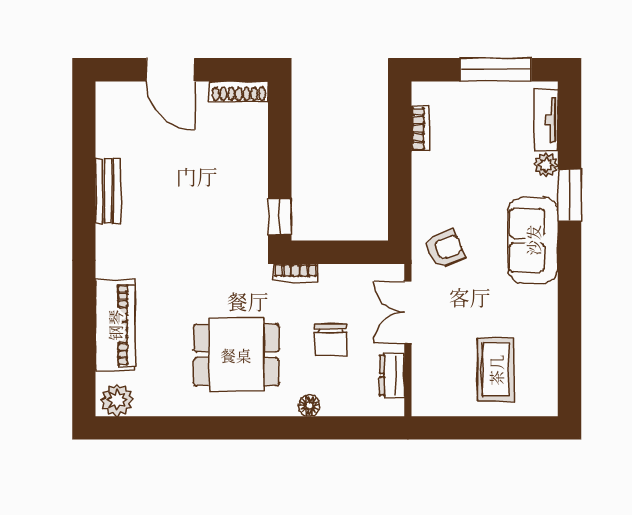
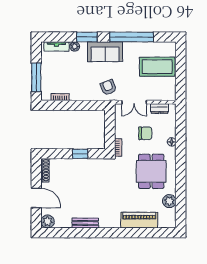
door: (170, 70) -> (36, 198), hinge flipped
window: (496, 70) -> (36, 77), moved
plant: (112, 98) -> (48, 221), added
window: (280, 216) -> (80, 154), moved
window: (570, 306) -> (132, 37), added
coffee table: (496, 370) -> (157, 67), width x1.36, depth x1.32
plant: (117, 400) -> (169, 201), moved

